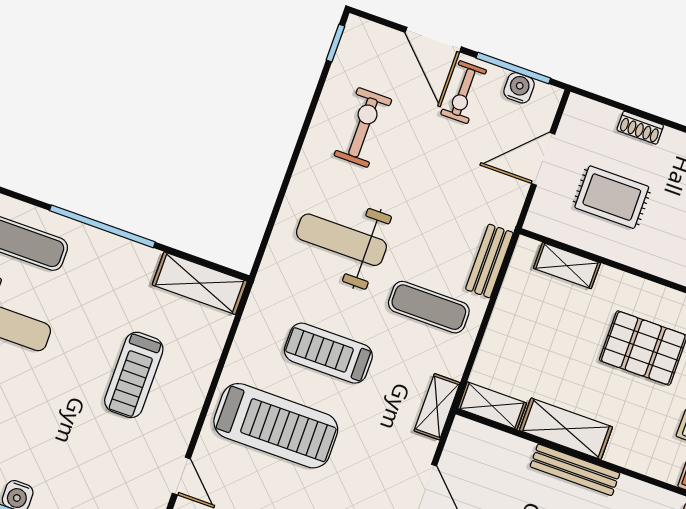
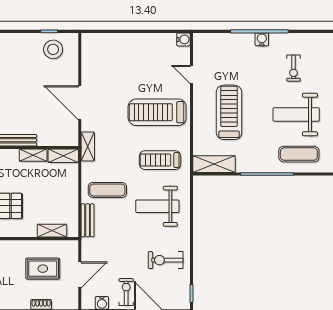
exercise bike: (363, 127) -> (166, 260), turned 90
weight bench: (341, 240) -> (157, 206), turned 180
treadmill: (328, 353) -> (160, 160), moved, turned 180
treadmill: (134, 375) -> (229, 112), width x1.37, depth x1.38
shelving: (566, 429) -> (33, 155), width x0.67, depth x0.75

